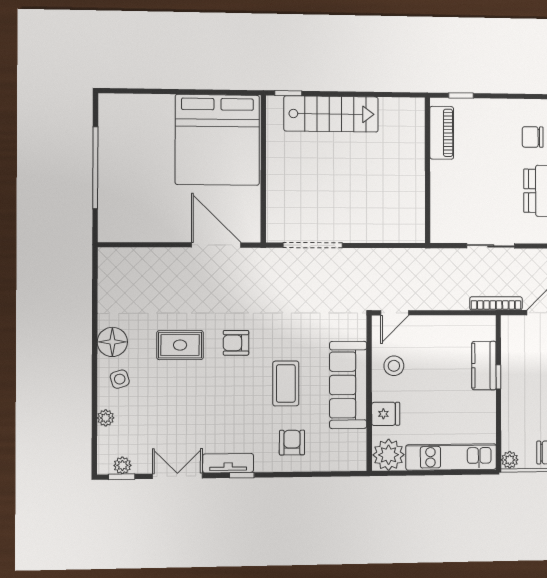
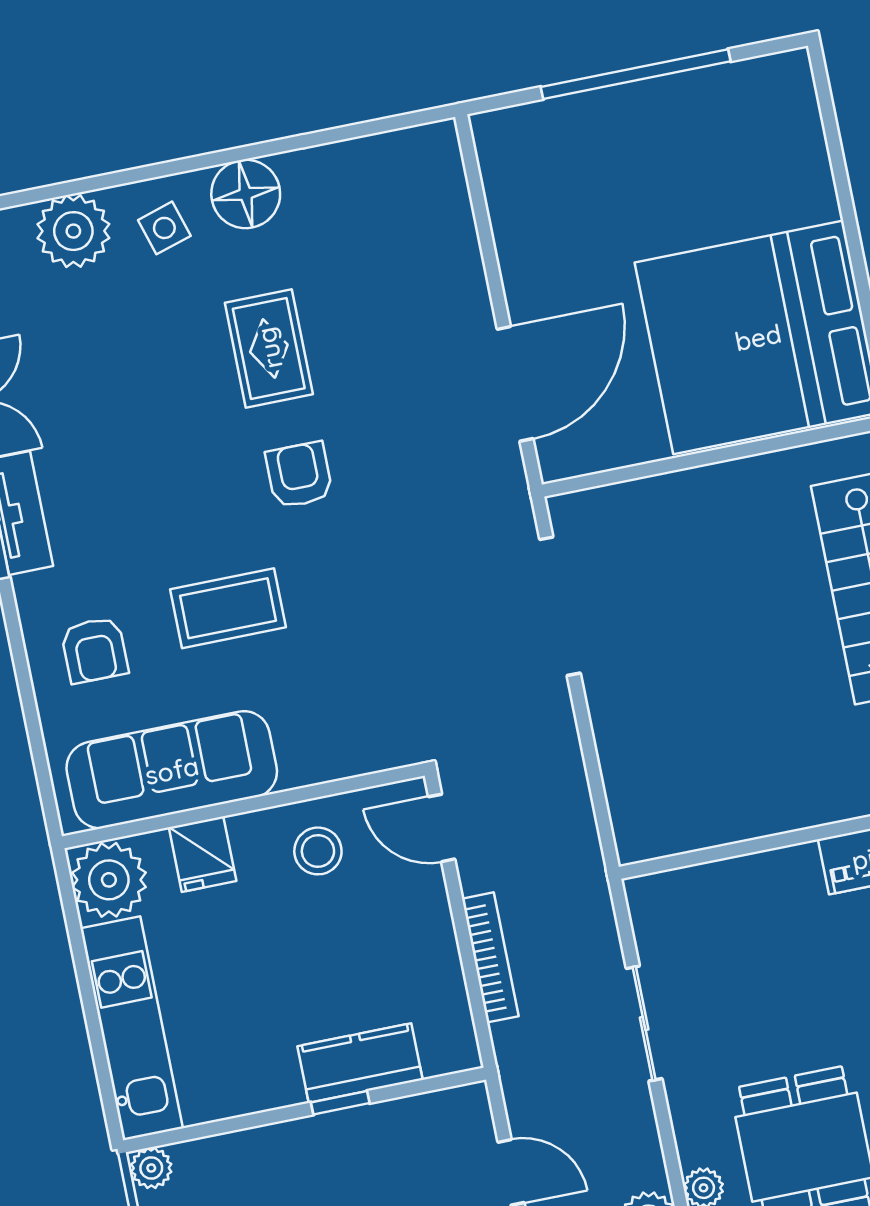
bookcase: (496, 303) -> (490, 957), moved
sofa: (348, 385) -> (172, 770), moved
plant: (106, 418) -> (73, 231), width x1.88, depth x1.88
armchair: (292, 443) -> (95, 650), turned 90

